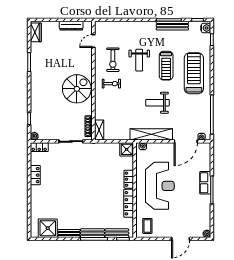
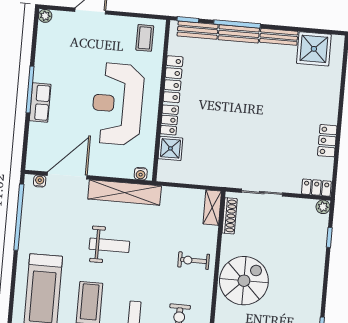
exercise bike: (111, 84) -> (194, 261), moved
spiral stairs: (77, 89) -> (244, 281), turned 180
shower: (127, 149) -> (170, 148), moved

